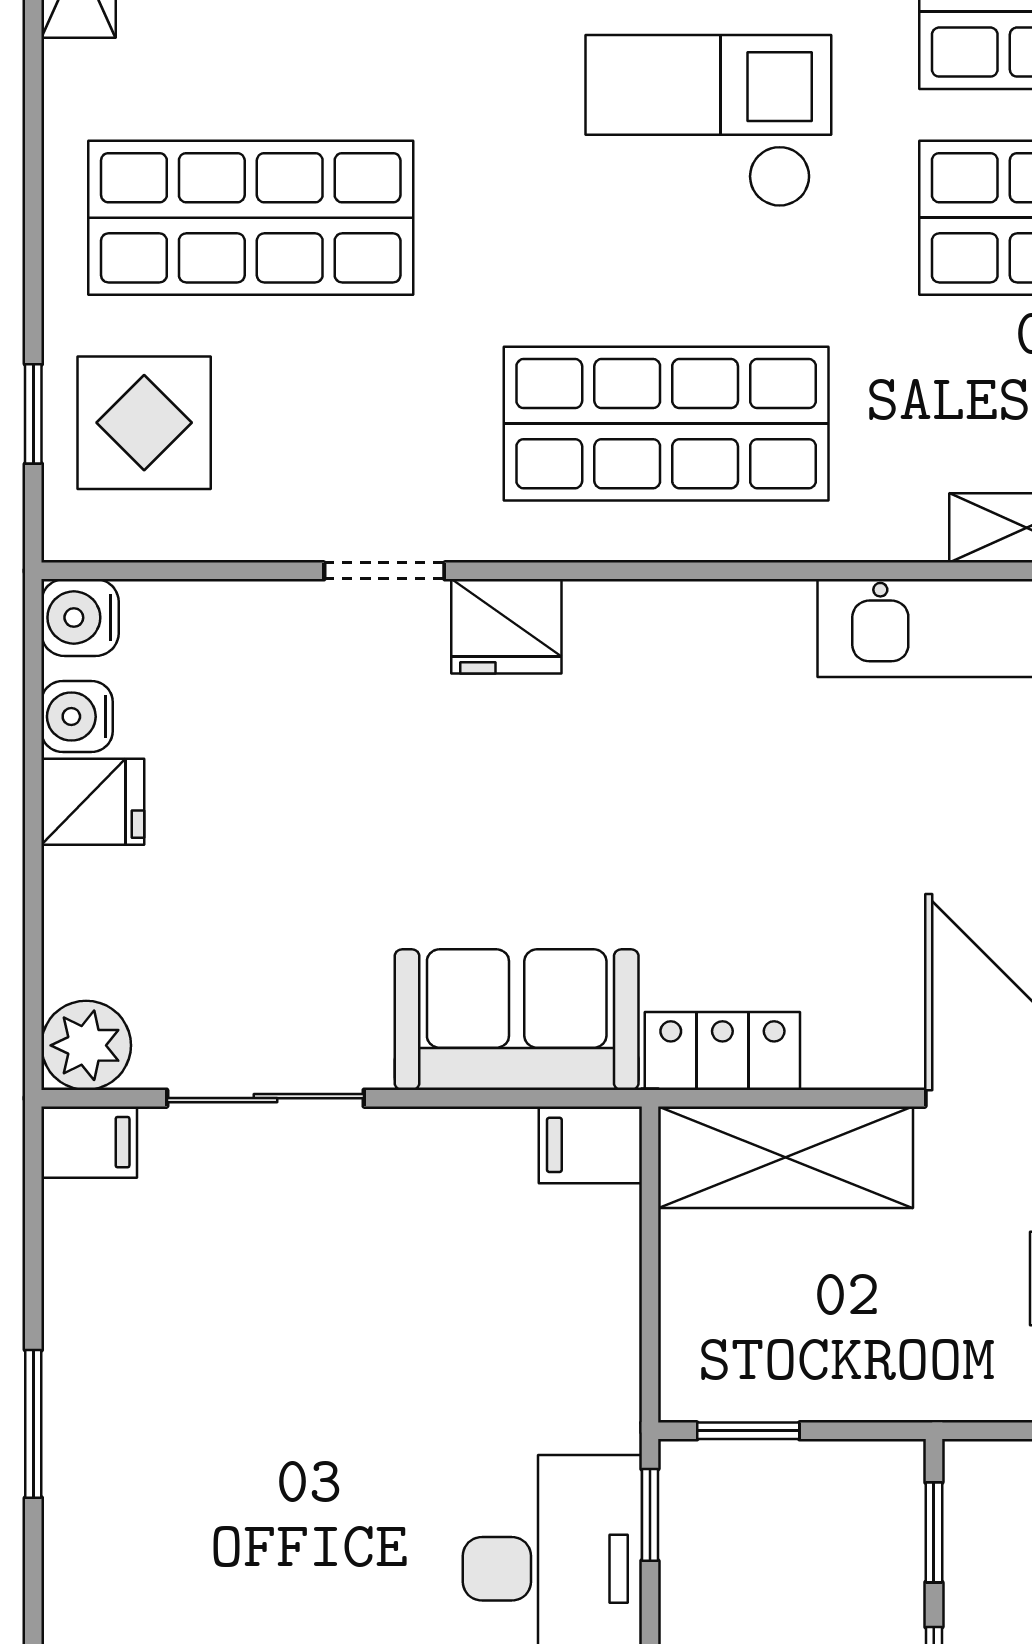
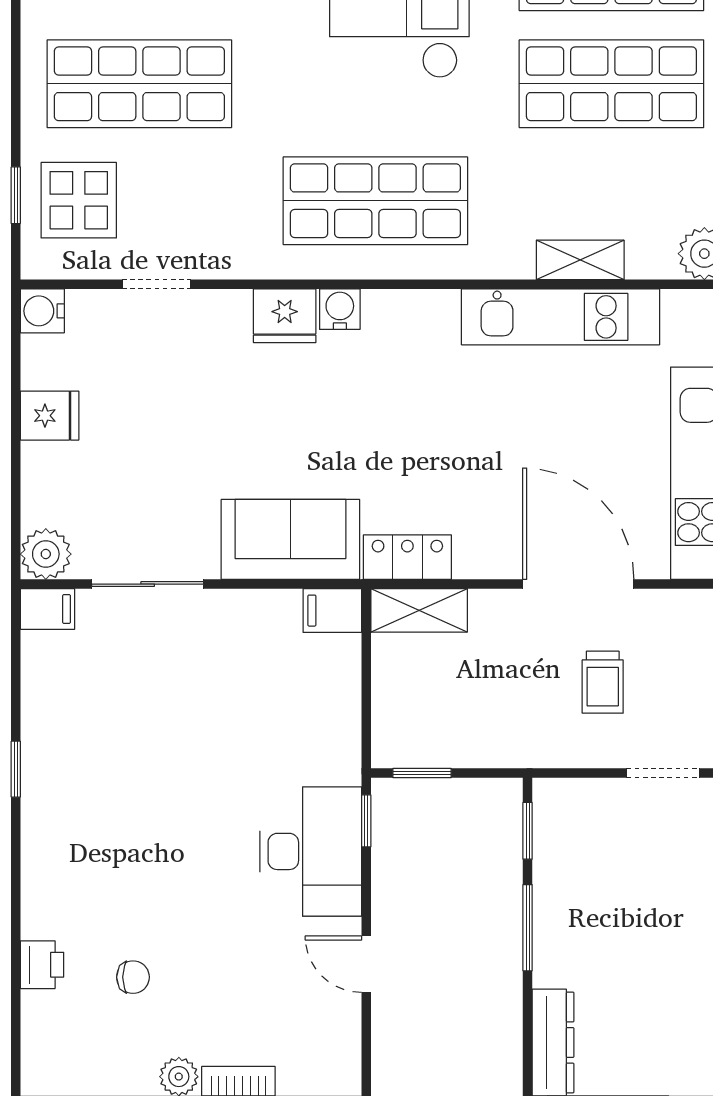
doorway: (384, 571) -> (156, 284), moved
water cooler: (77, 717) -> (340, 309), moved, turned 90
shelving: (785, 1157) -> (419, 610), width x0.67, depth x0.75
window: (33, 1424) -> (16, 769), width x0.67

